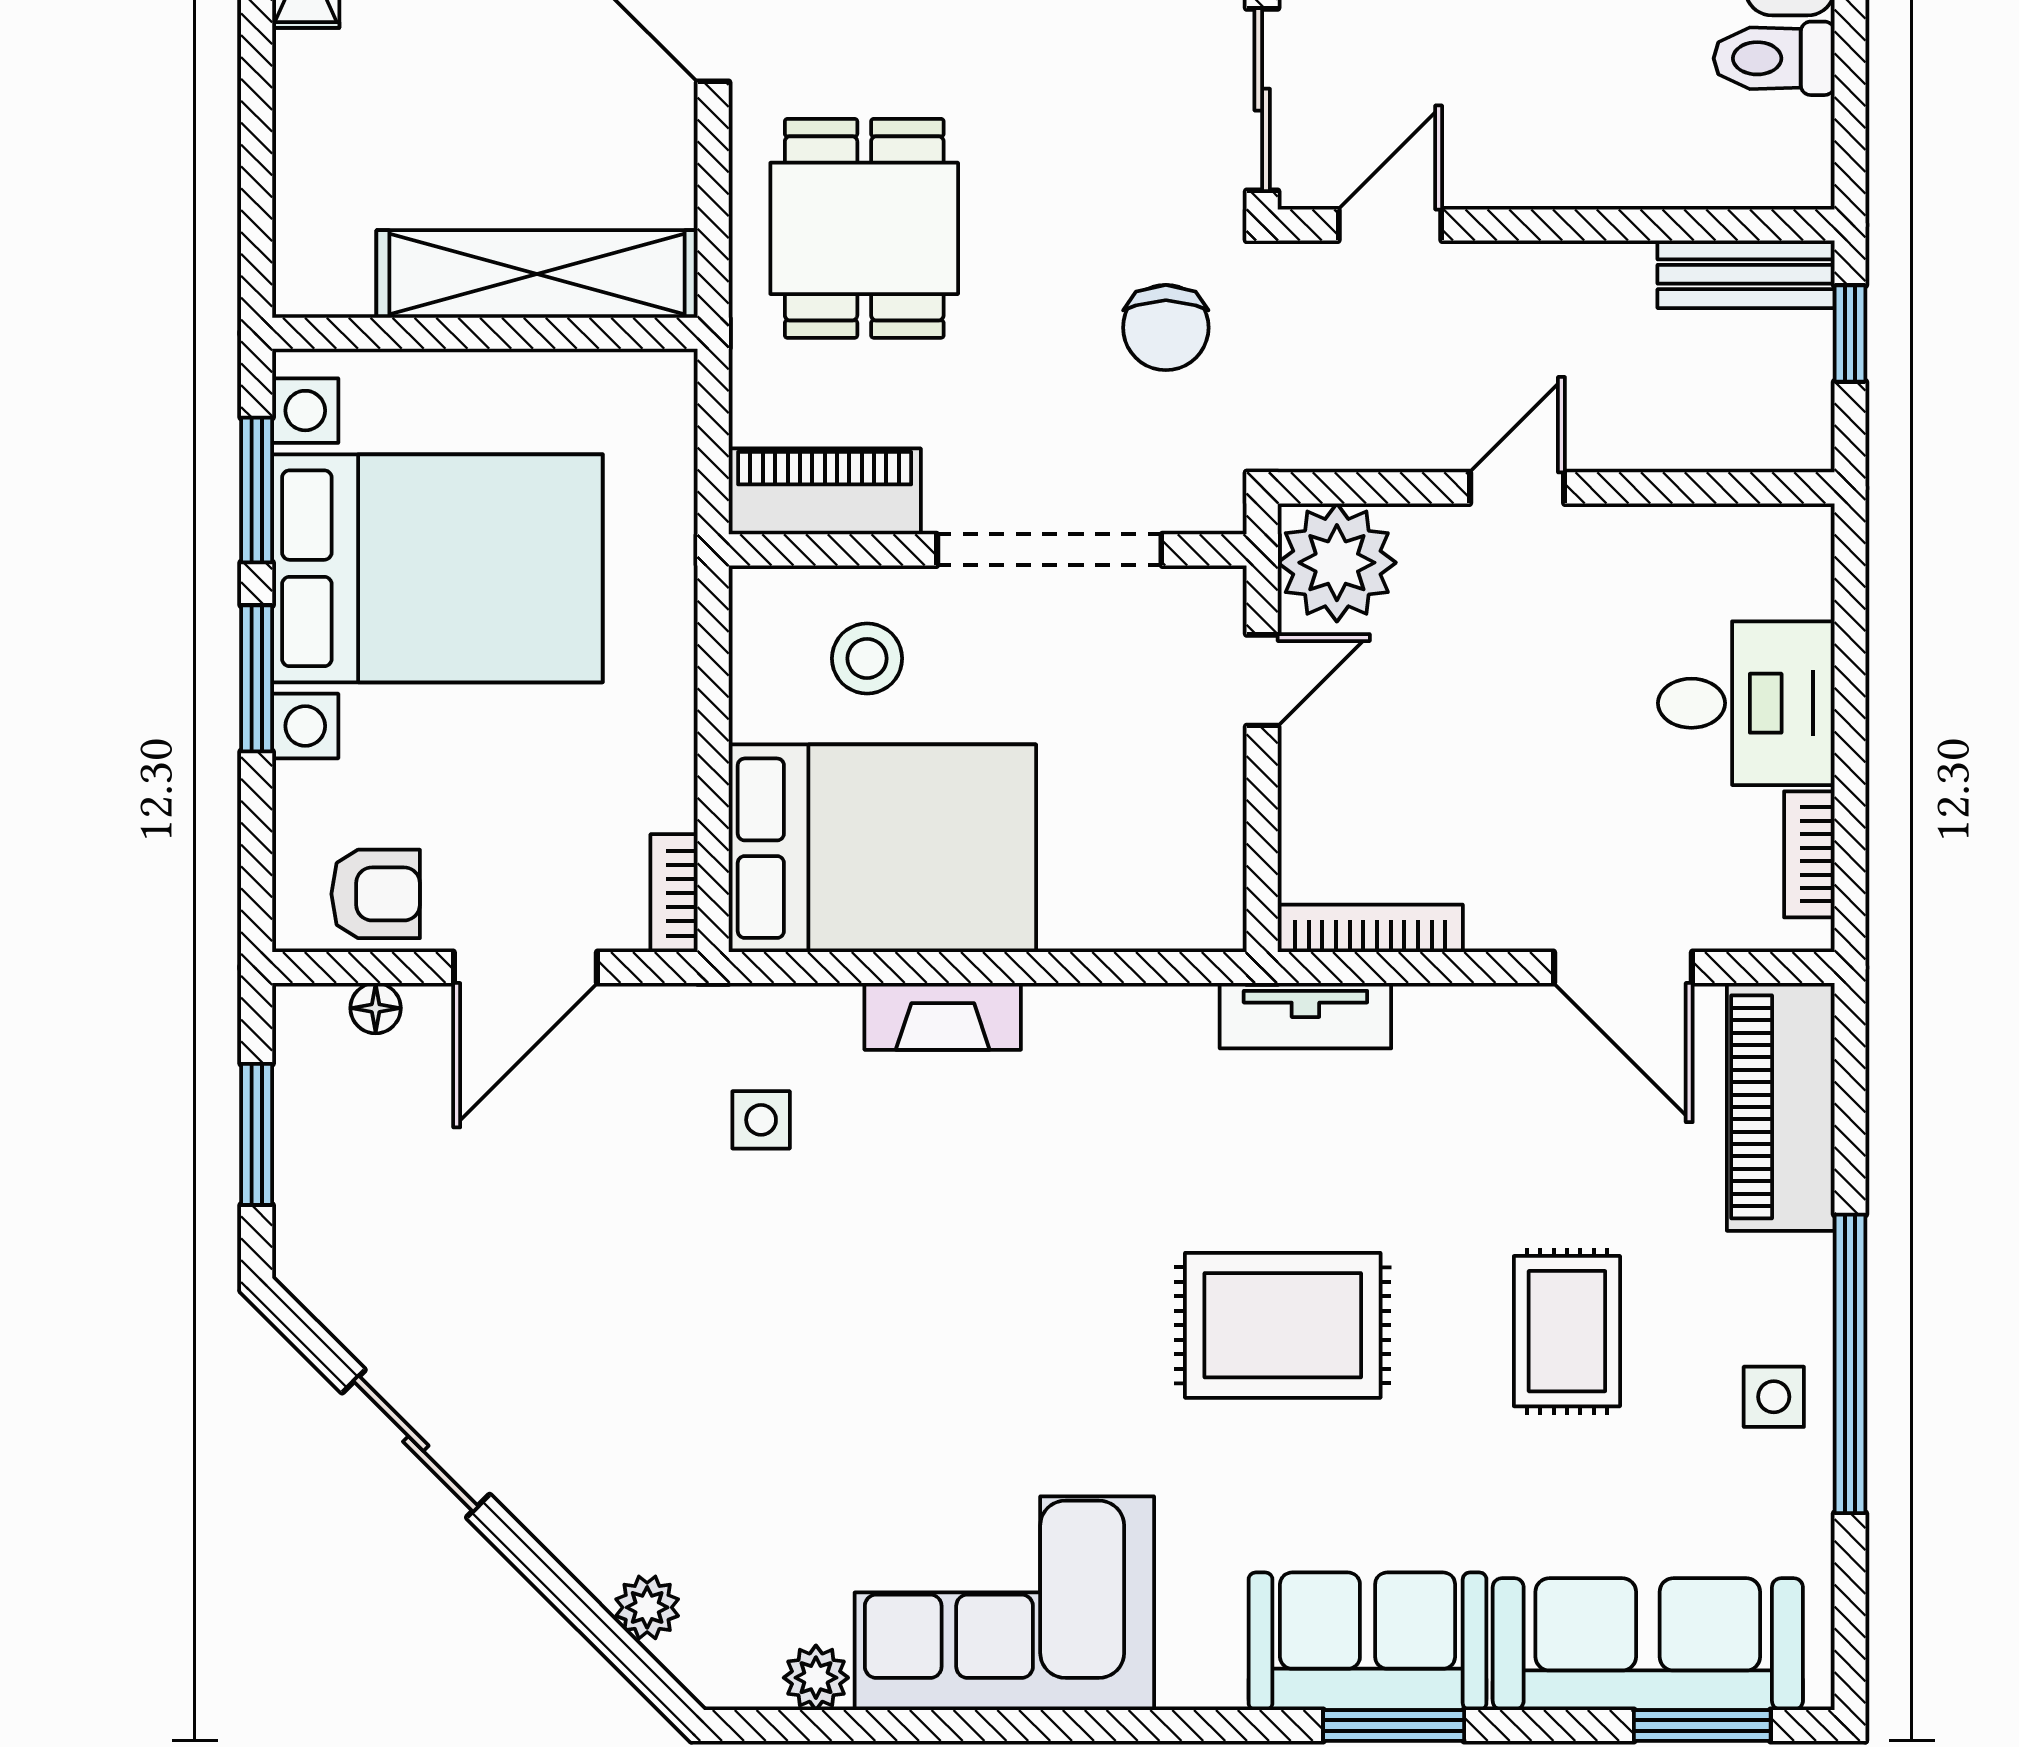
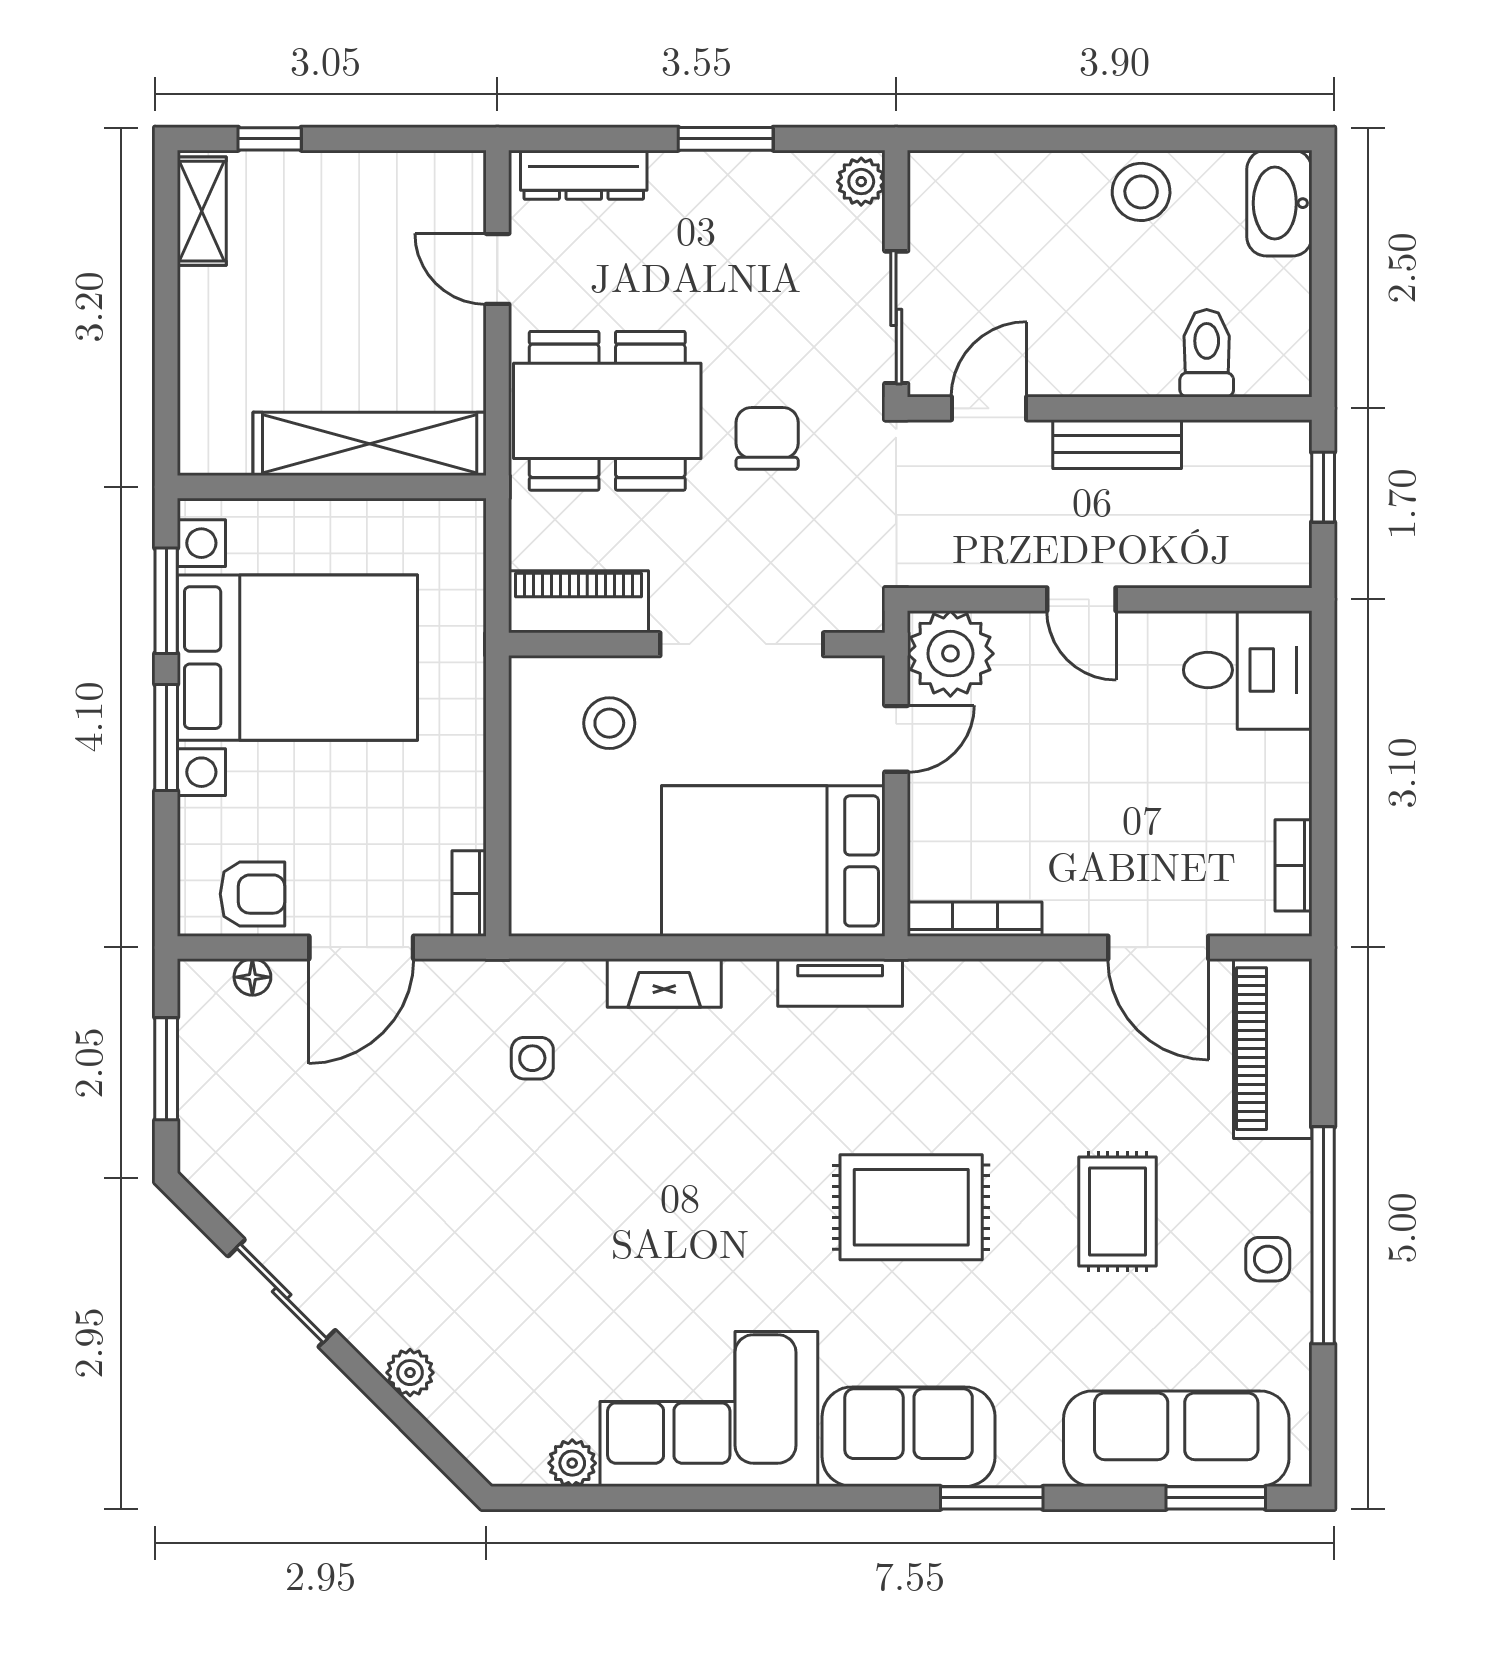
toilet: (1774, 58) -> (1207, 353), moved, turned 90
dining table: (864, 228) -> (607, 411), width x1.38
bench: (1746, 274) -> (1117, 444), moved
chair: (1166, 328) -> (767, 438), moved, turned 180
door: (1517, 488) -> (1081, 599), swing flipped
desk: (1746, 703) -> (1248, 670), moved
bed: (882, 848) -> (773, 861), moved, turned 180
tv unit: (1305, 1016) -> (840, 982), moved
plant: (647, 1607) -> (410, 1373), moved
sofa: (1368, 1641) -> (909, 1437), moved

